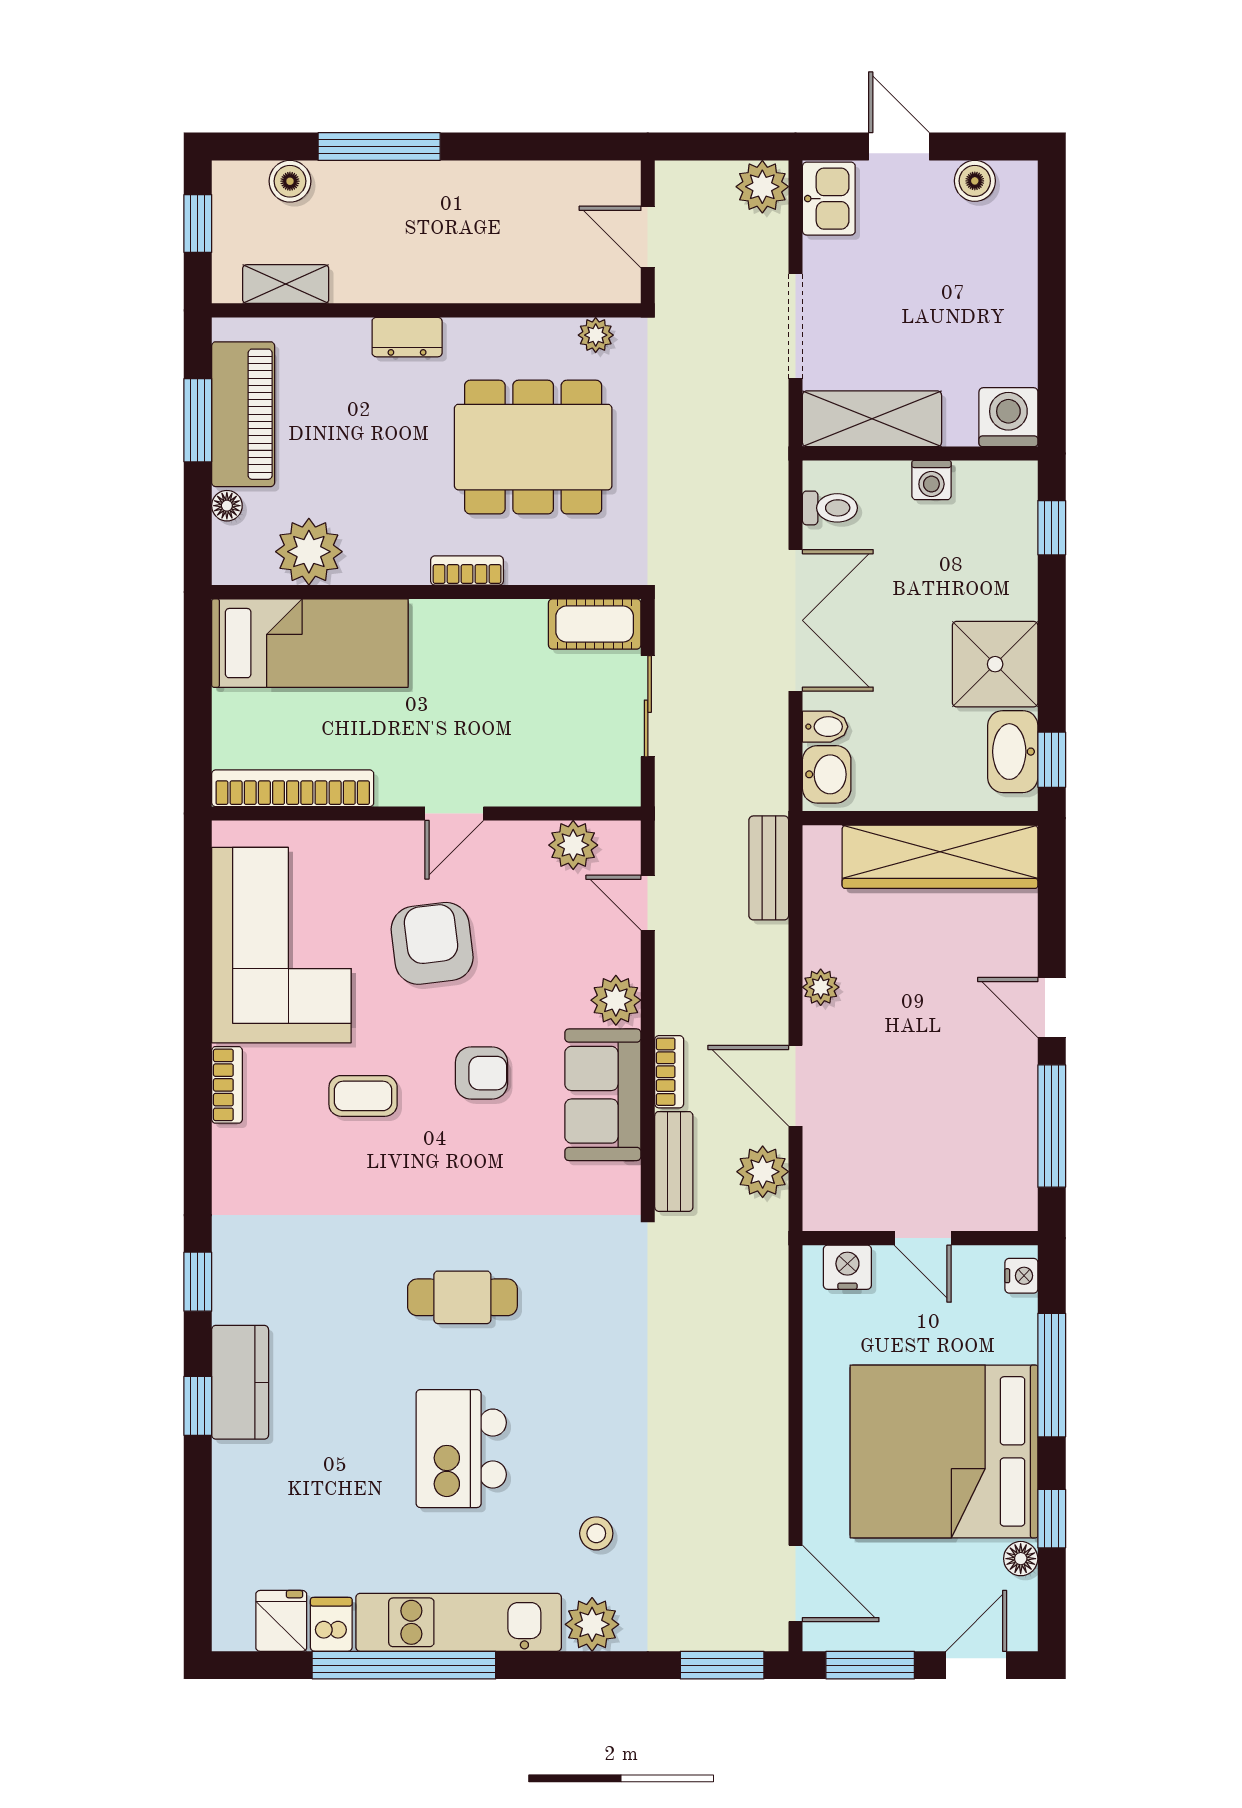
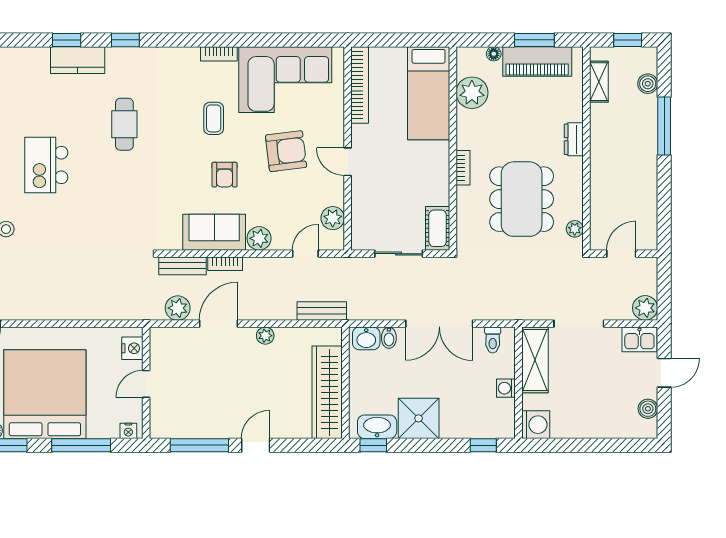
cafe table: (462, 1297) -> (124, 124), moved
kitchen island: (461, 1449) -> (46, 165), turned -90

